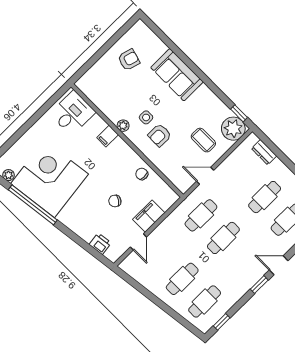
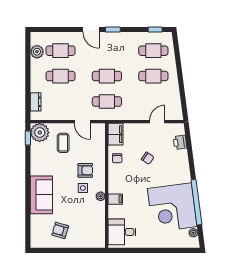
filing cabinet: (149, 216) -> (116, 134), moved, turned -90

